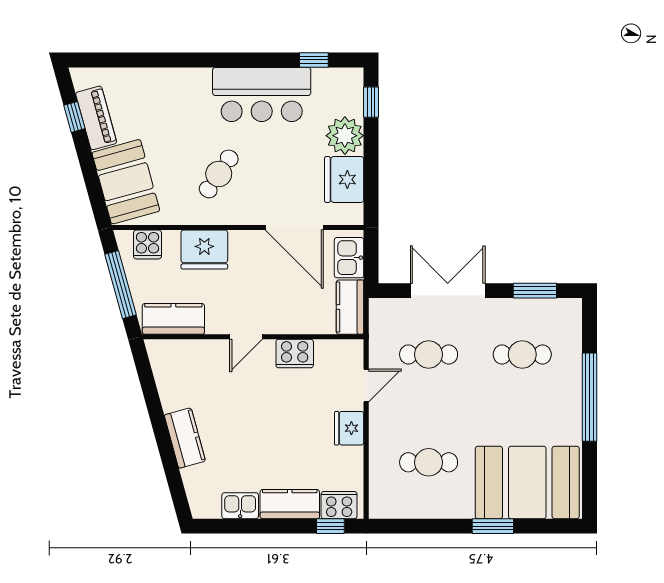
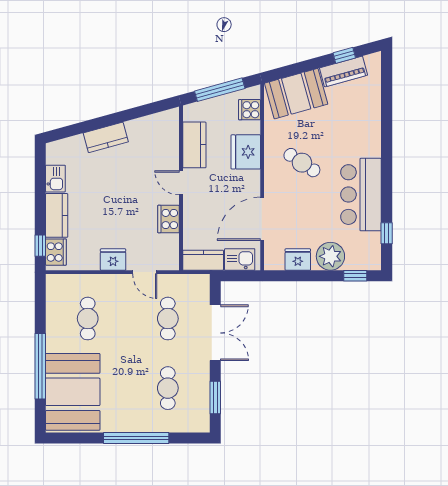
fridge: (344, 179) -> (298, 260), width x0.73, depth x0.75
kitchen counter: (173, 319) -> (194, 145), moved
window: (493, 526) -> (40, 366), width x2.11

